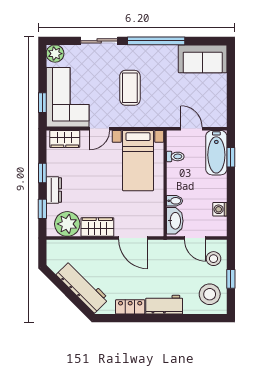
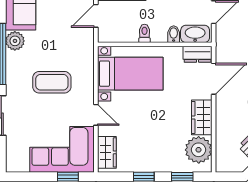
plant: (55, 54) -> (15, 41), moved
toilet: (175, 156) -> (144, 33), moved
dresser: (54, 190) -> (198, 54), moved, turned 180

